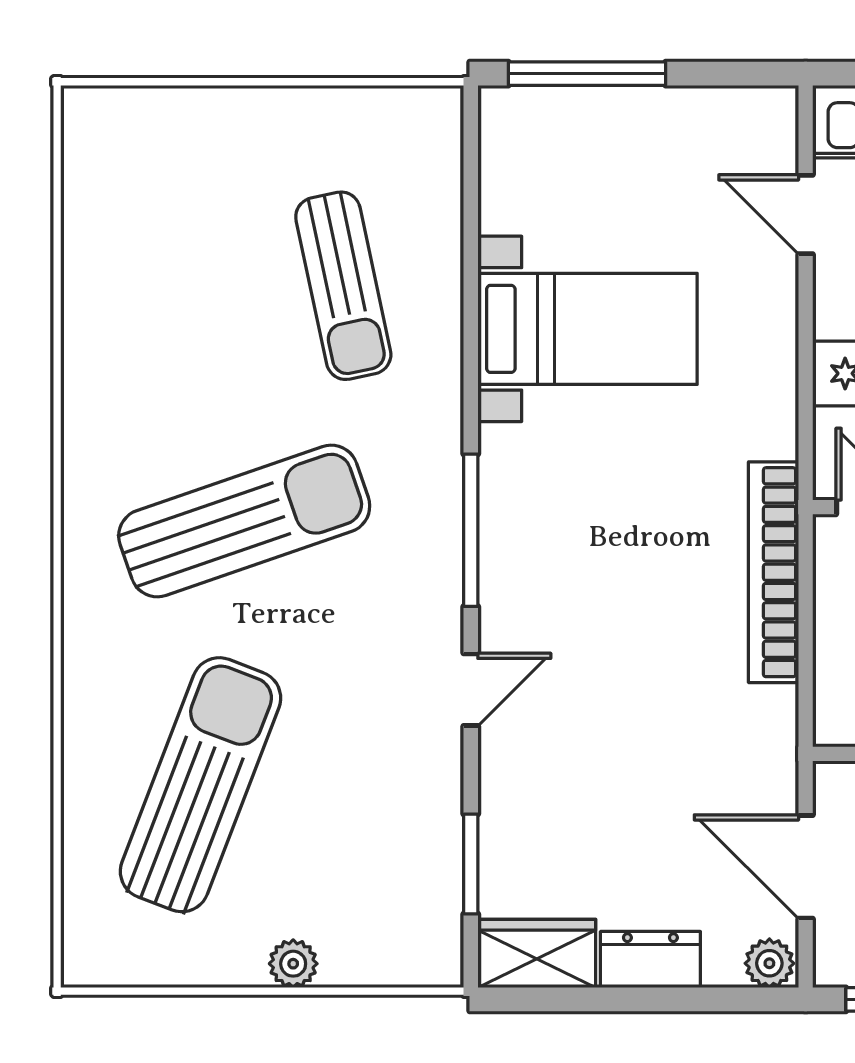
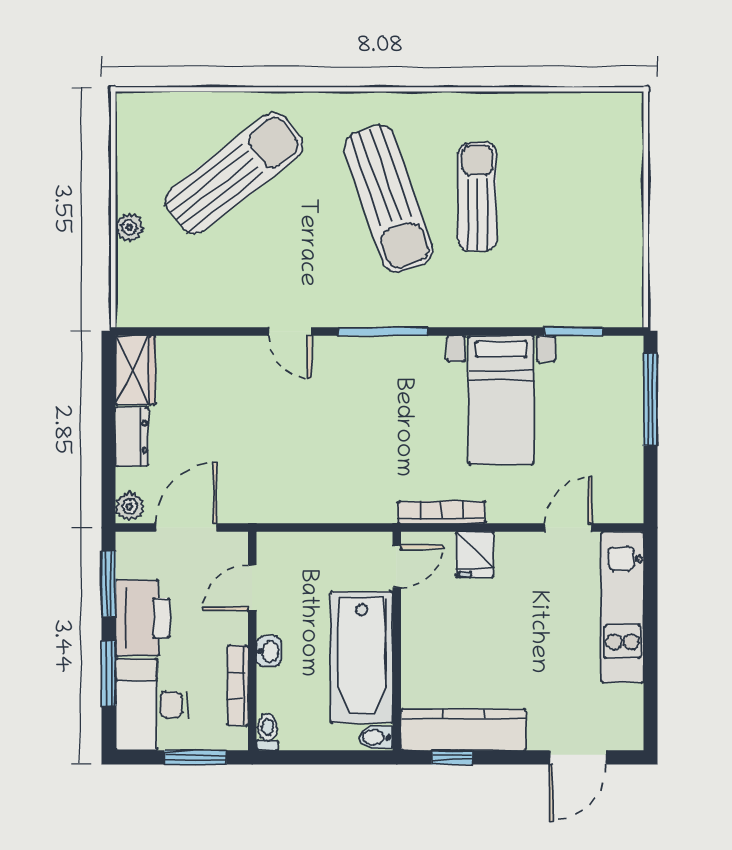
sun lounger: (343, 286) -> (477, 197), moved, turned 102
bookcase: (773, 572) -> (442, 512), moved, width x0.68, depth x0.76
sun lounger: (200, 785) -> (234, 173), turned -59
window: (471, 864) -> (573, 332), moved

